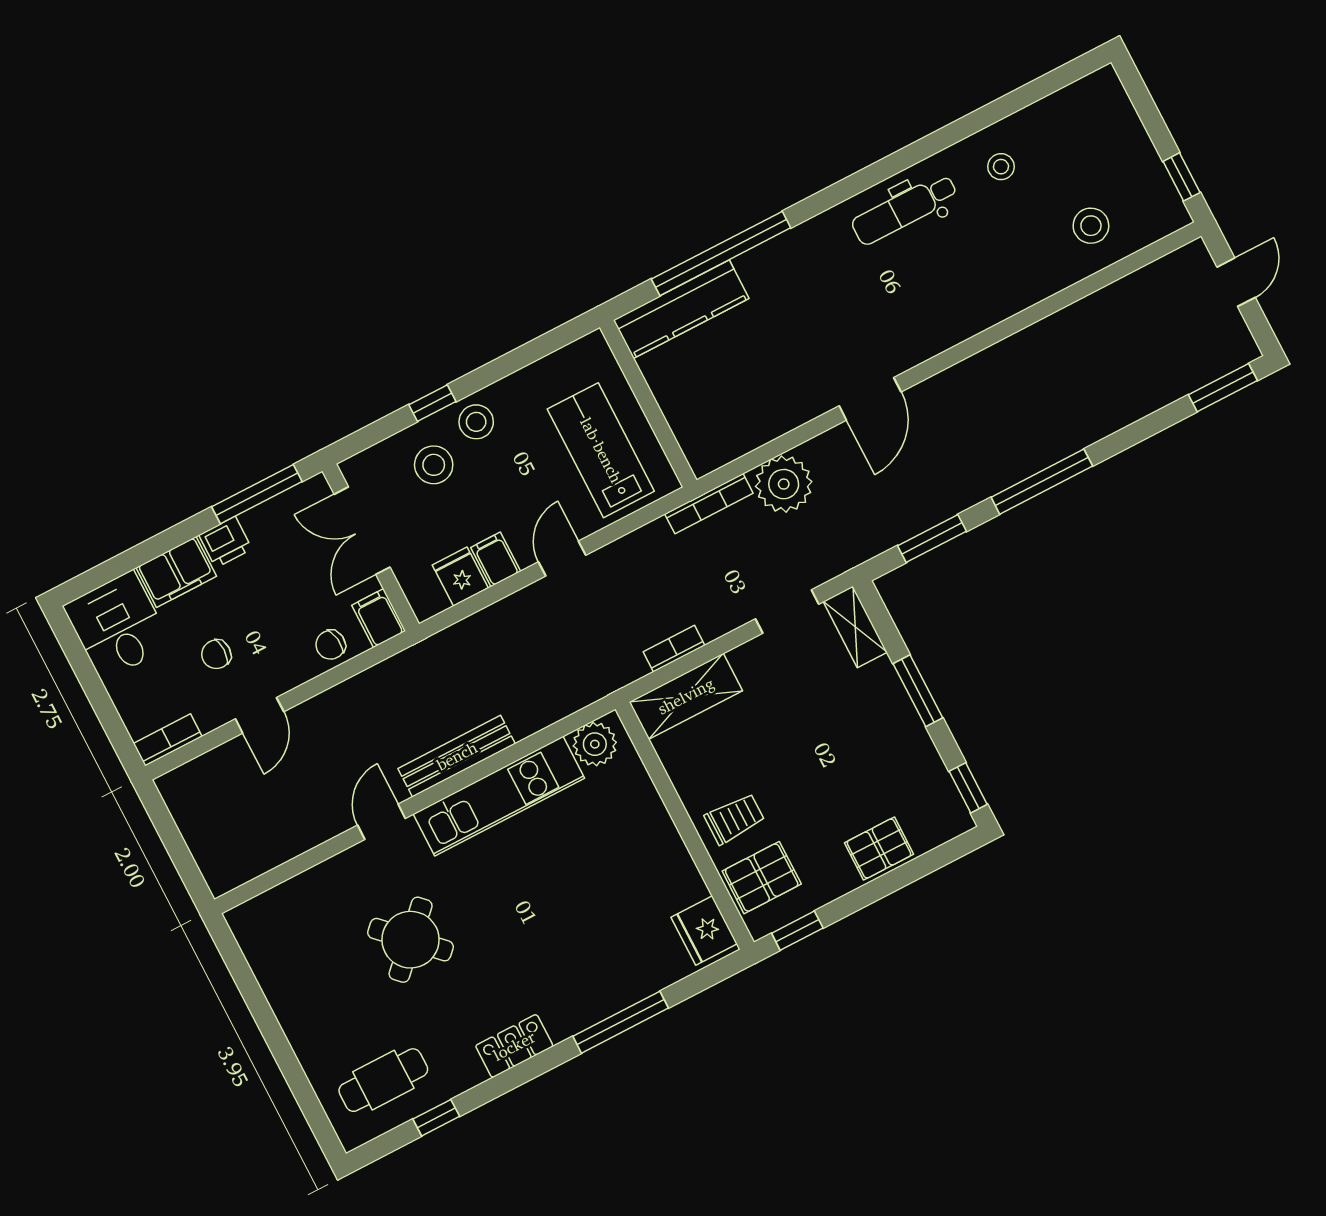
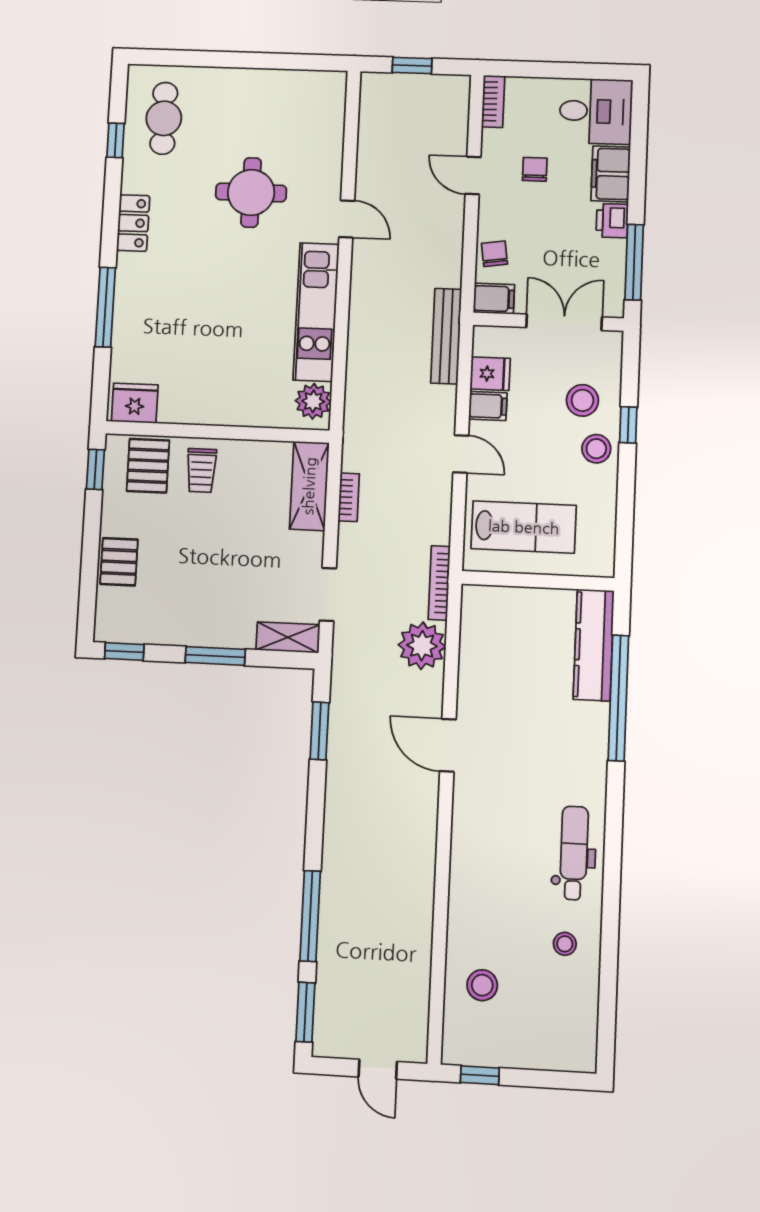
window: (1042, 482) -> (310, 916), moved
bench: (457, 756) -> (446, 336), moved
window: (177, 848) -> (412, 65), added
round table: (411, 940) -> (251, 192), turned 45

